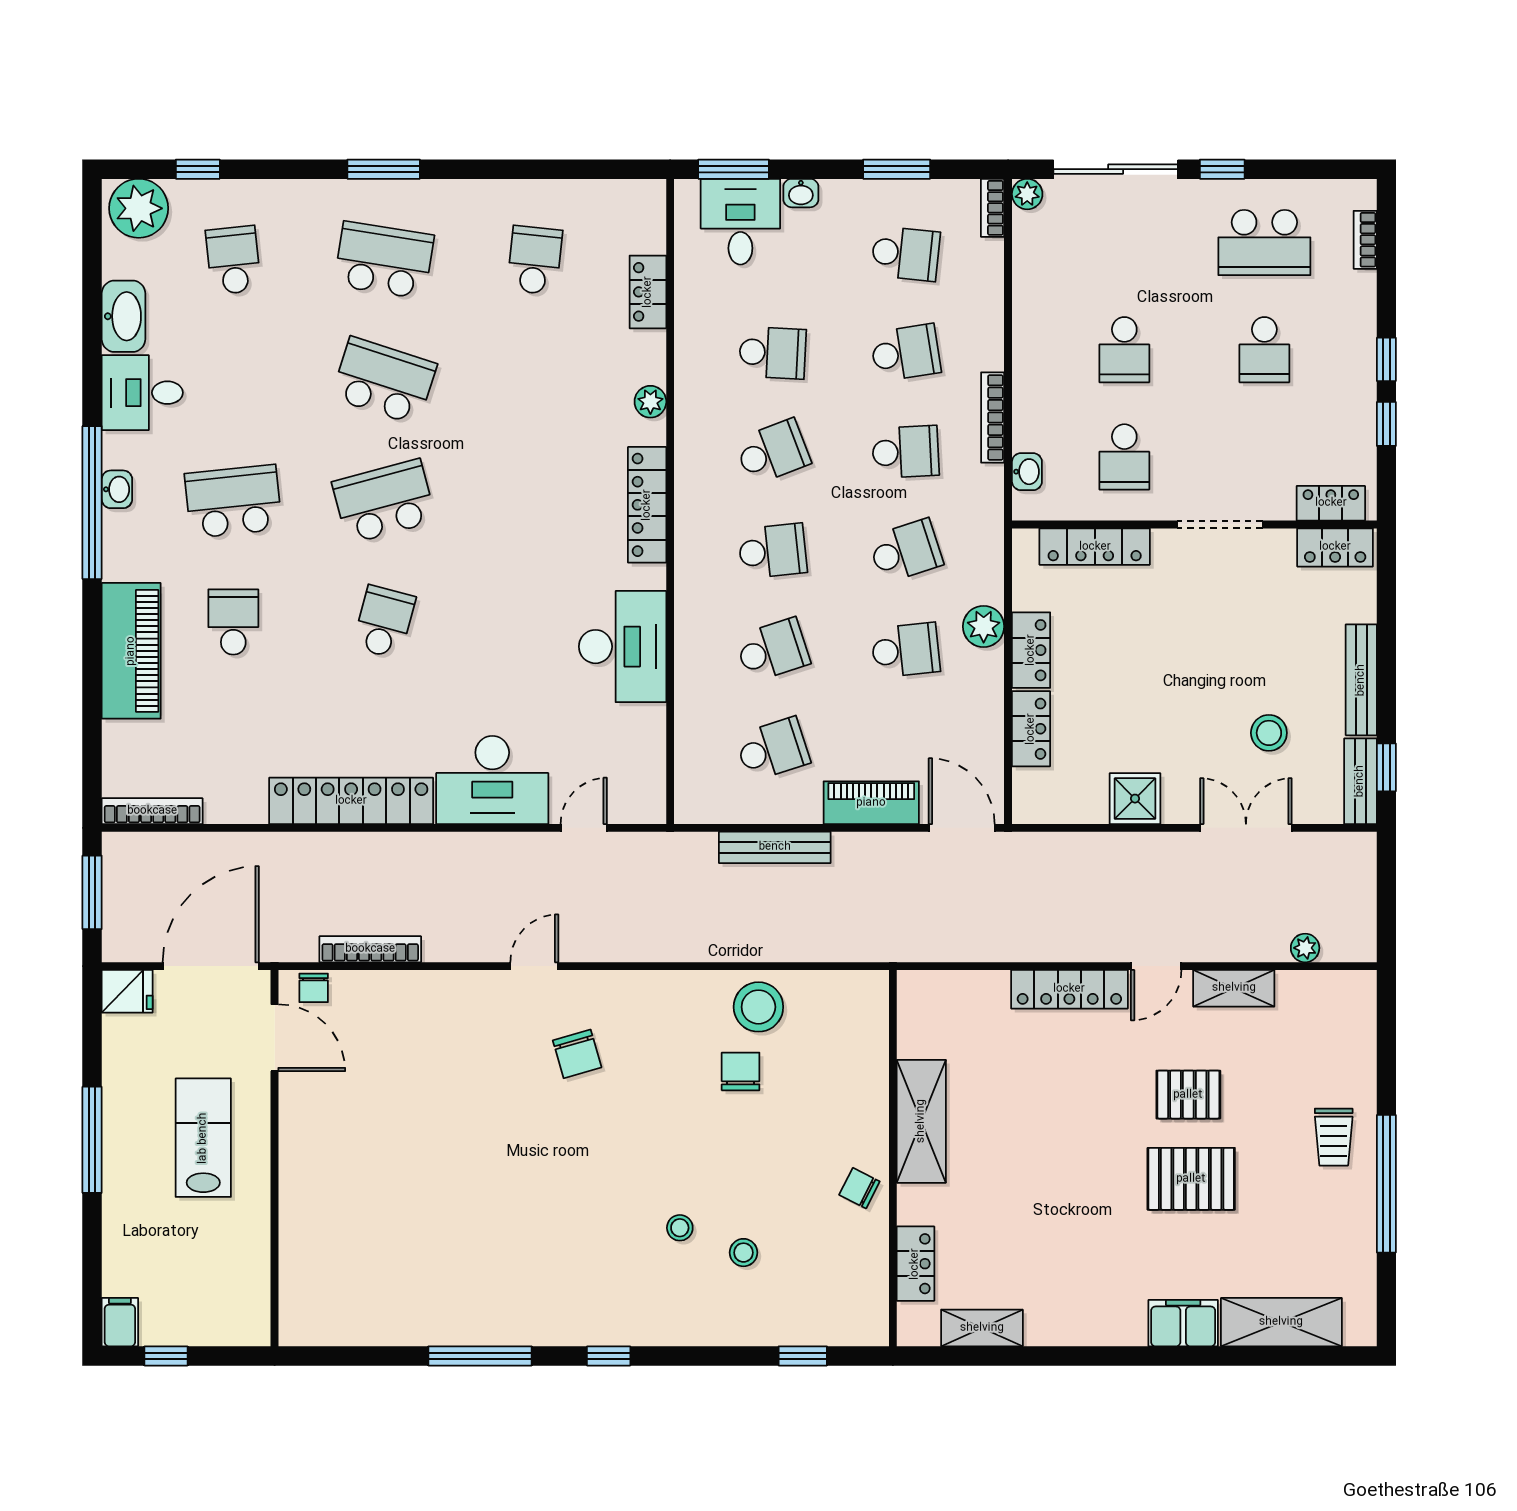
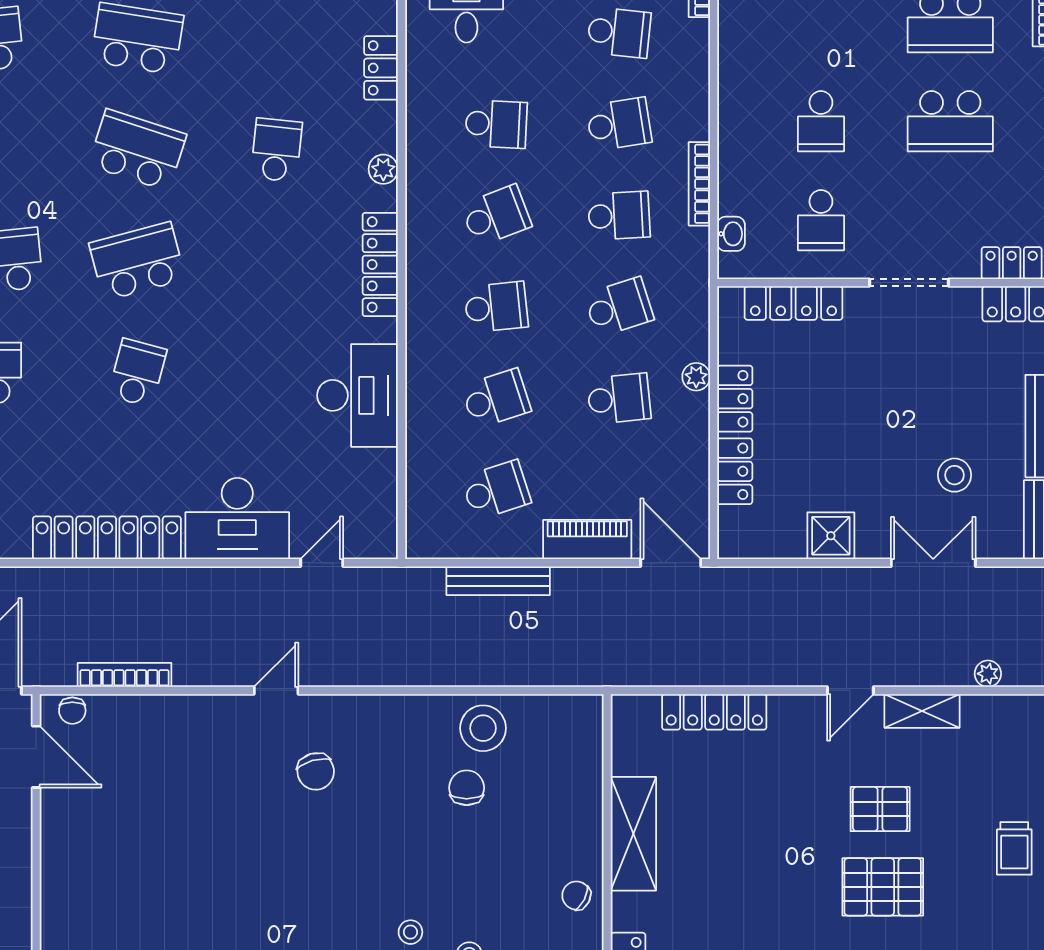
school desk: (535, 260) -> (276, 150), moved
school desk: (1264, 350) -> (950, 121), width x1.85
plant: (984, 626) -> (696, 377), width x0.73, depth x0.73
locker: (1069, 989) -> (714, 712), moved

